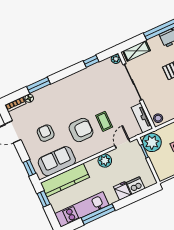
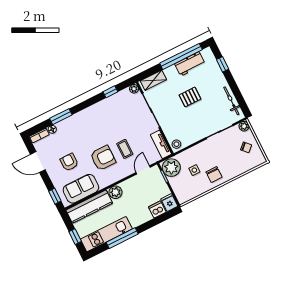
plant: (105, 161) -> (115, 192), moved
fridge: (122, 191) -> (169, 203), moved
window: (44, 199) -> (75, 237), moved

